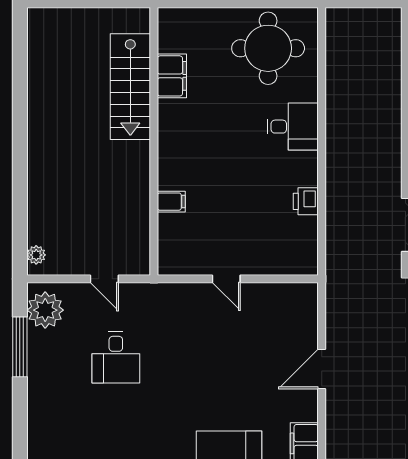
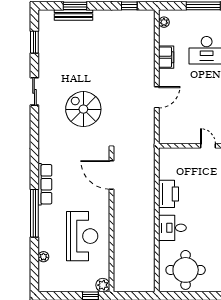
printer: (306, 201) -> (169, 194), width x1.87, depth x1.48

